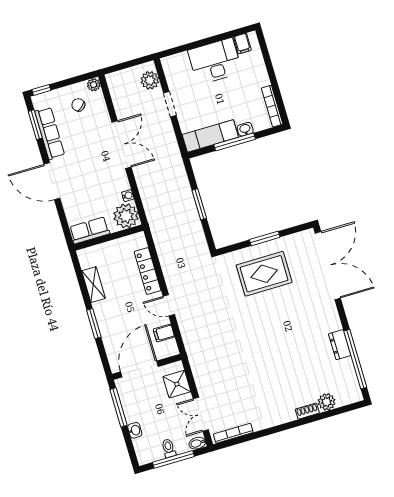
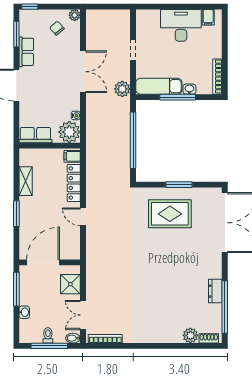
plant: (150, 80) -> (122, 89), moved
row of seats: (50, 133) -> (26, 52), width x0.68
window: (199, 204) -> (133, 140), width x2.11
filing cabinet: (164, 333) -> (72, 156), moved
shoe rack: (307, 411) -> (209, 338), moved

